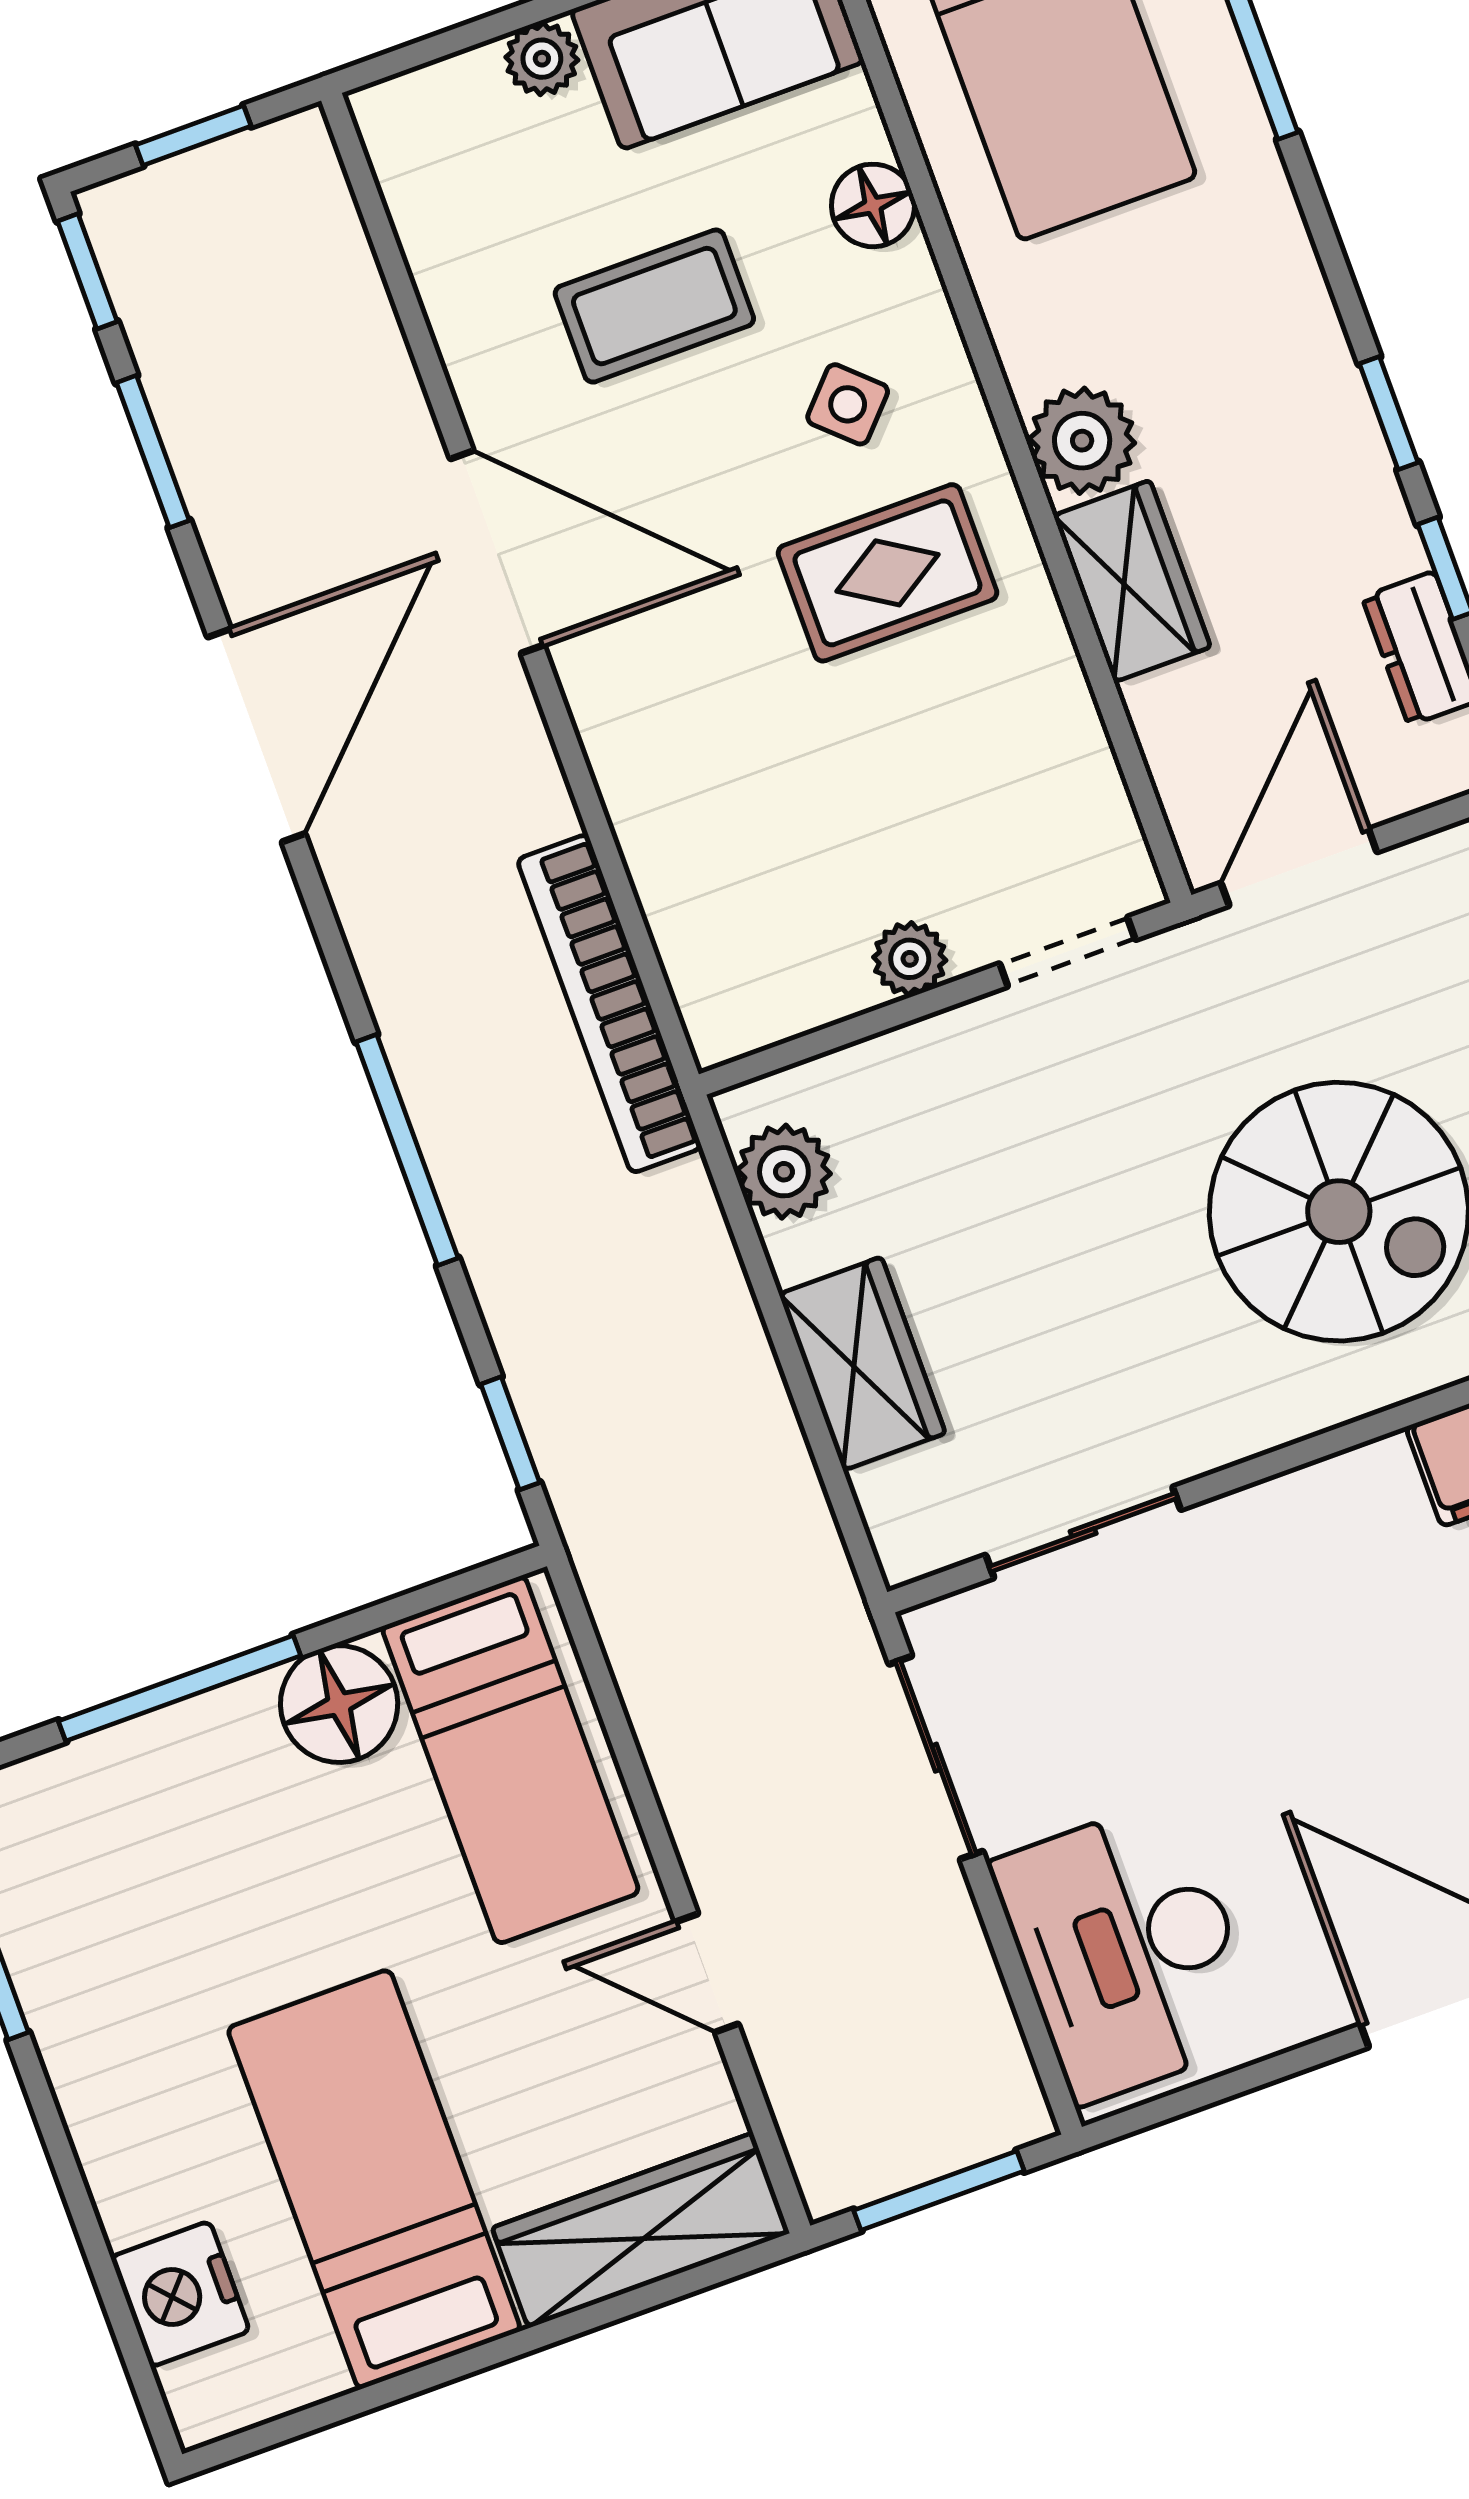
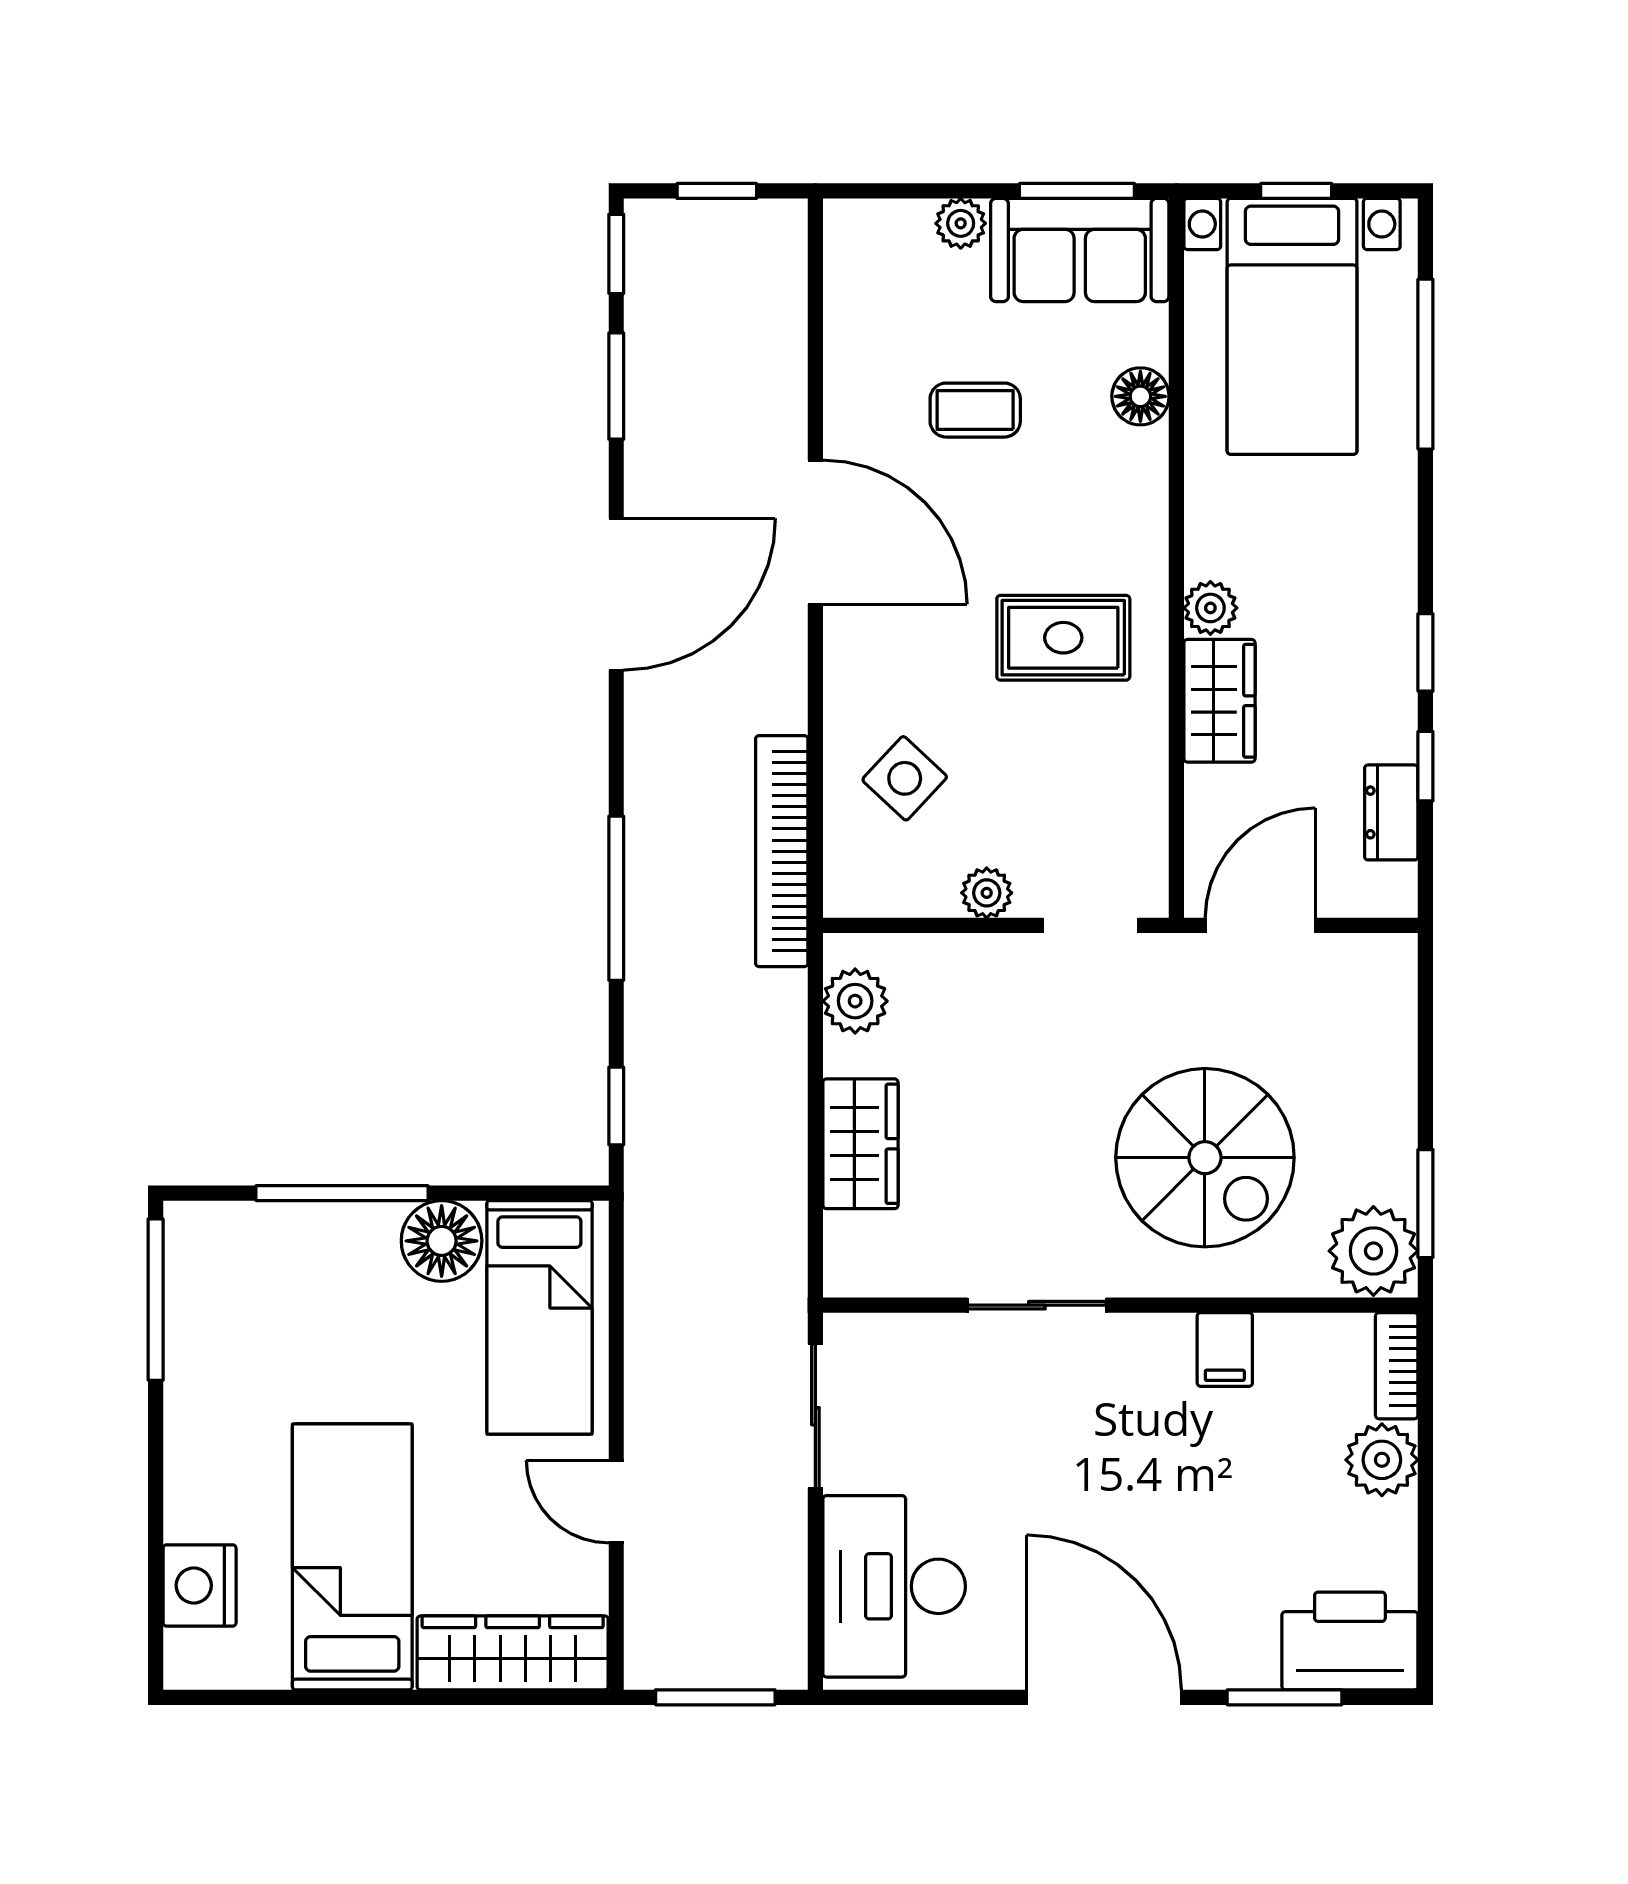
coffee table: (654, 306) -> (975, 410), width x0.73, depth x0.77
side table: (848, 404) -> (905, 778), moved, width x1.37, depth x1.37
plant: (1082, 441) -> (1210, 608), width x0.73, depth x0.73
sliding door: (1083, 1532) -> (1037, 1305), moved

